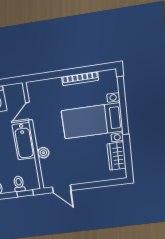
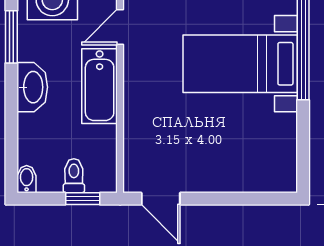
plant: (43, 153) -> (135, 115), removed
wardrobe: (117, 156) -> (281, 143), removed

